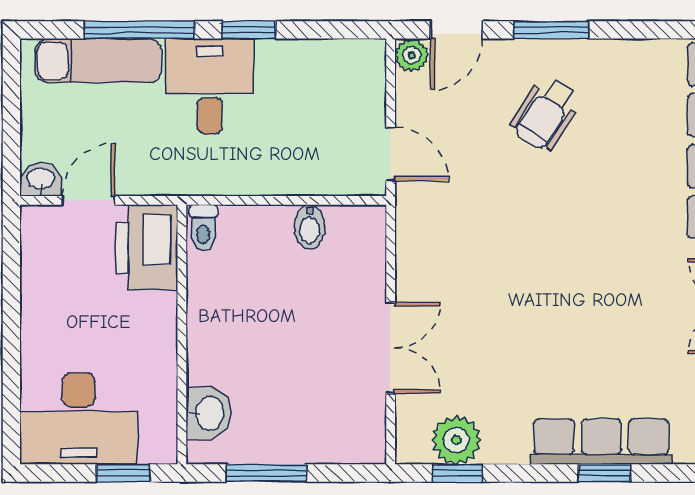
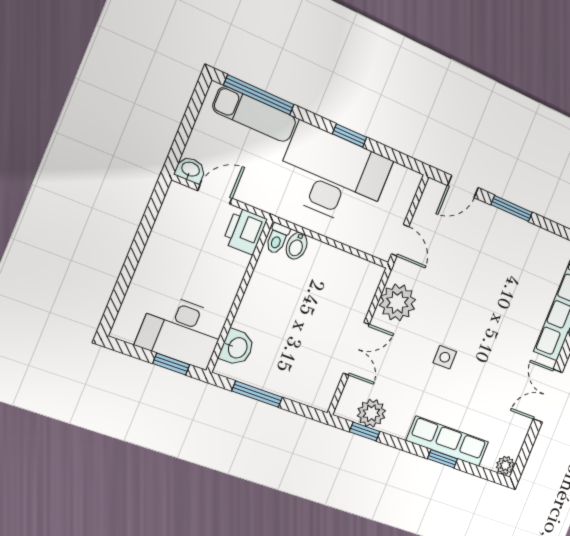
window: (140, 30) -> (259, 95), moved
plant: (412, 55) -> (397, 302), moved, width x1.88, depth x1.88
desk: (210, 86) -> (333, 176), width x1.87, depth x1.30
wheelchair: (546, 114) -> (491, 253), removed
bidet: (310, 227) -> (297, 246), moved
printer: (147, 248) -> (245, 231), width x0.73, depth x0.84
side table: (539, 308) -> (445, 357), added
desk: (79, 418) -> (181, 331), moved

